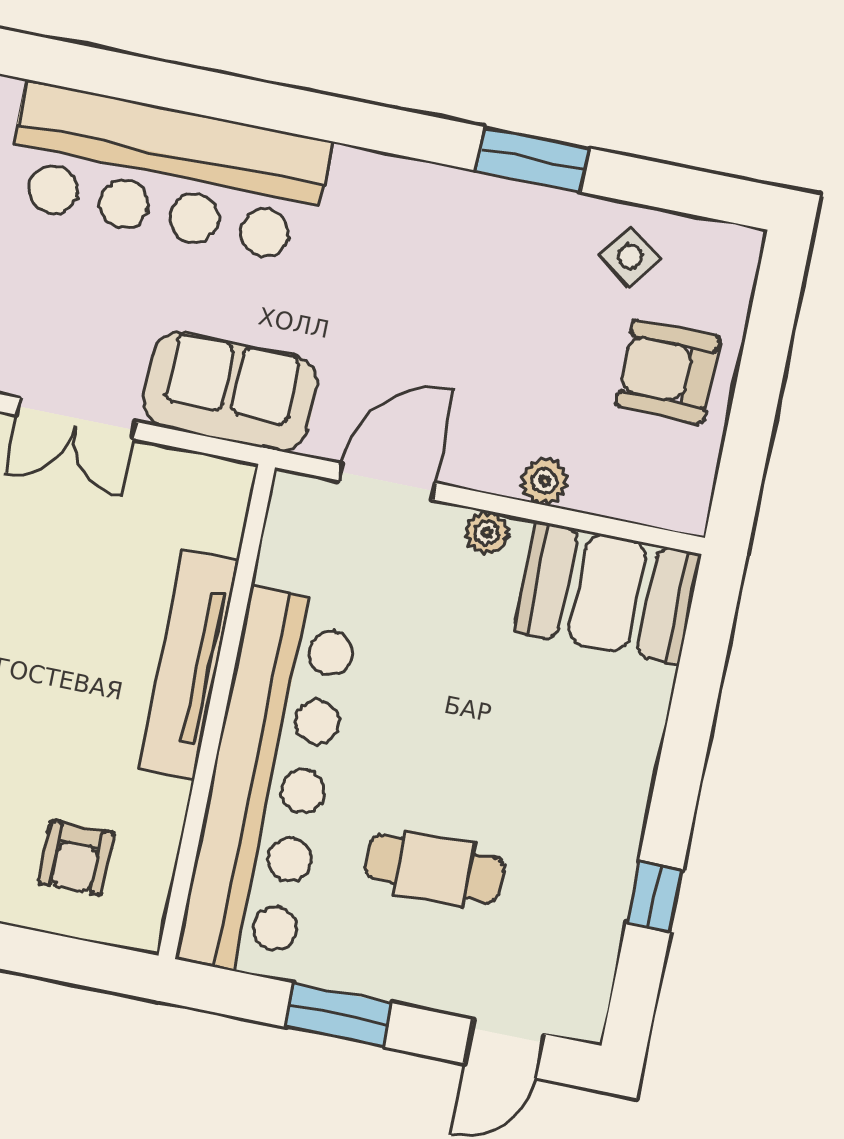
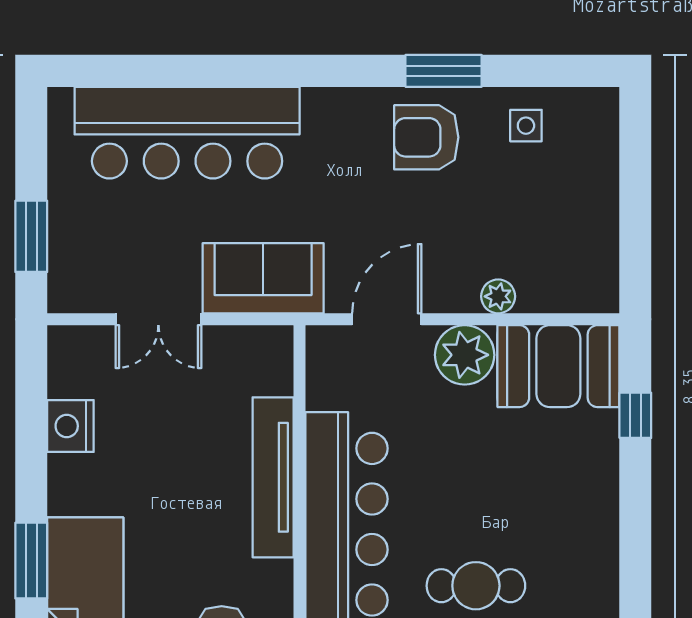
side table: (630, 257) -> (526, 126), turned -36
armchair: (668, 371) -> (426, 137), moved
plant: (487, 533) -> (465, 355), width x1.87, depth x1.87
window: (655, 897) -> (635, 415), moved

